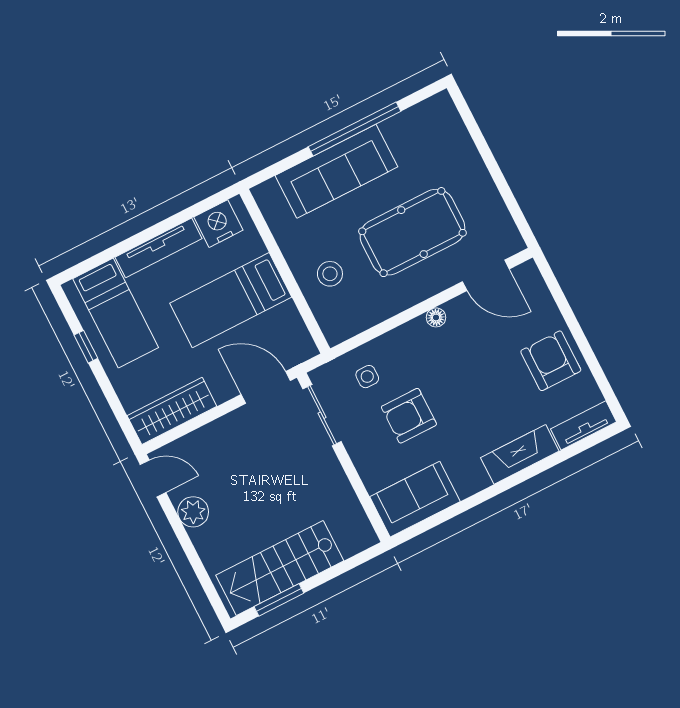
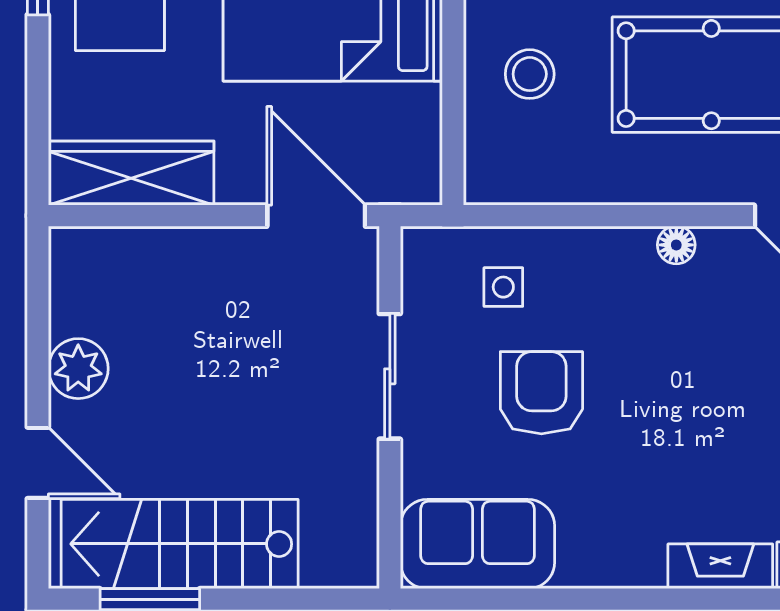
sliding door: (322, 415) -> (390, 376), moved
armchair: (409, 416) -> (541, 393), turned 90
fireplace: (520, 454) -> (720, 566), width x0.73, depth x0.76
door: (153, 478) -> (38, 463), moved

